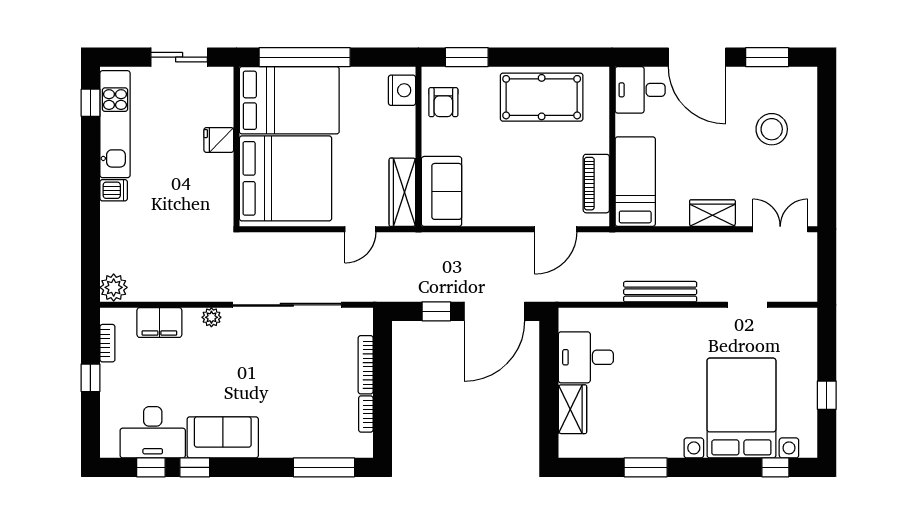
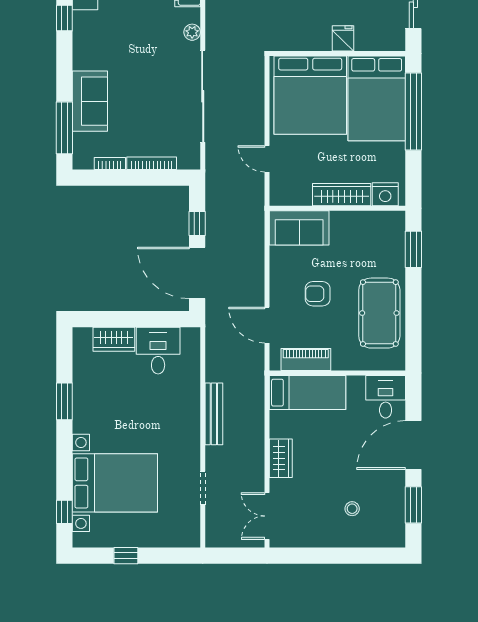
armchair: (443, 102) -> (318, 294), moved
stool: (772, 129) -> (352, 509), width x0.53, depth x0.53
wardrobe: (402, 192) -> (342, 195), moved
double door: (780, 229) -> (267, 516), swing flipped
sofa: (223, 437) -> (90, 101), moved

